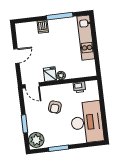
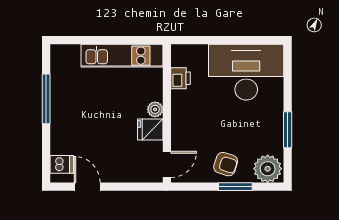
dishwasher: (43, 27) -> (62, 164), moved
kitchen unit: (86, 38) -> (122, 56), moved
door: (16, 56) -> (87, 187), moved
armchair: (55, 107) -> (226, 164), moved

